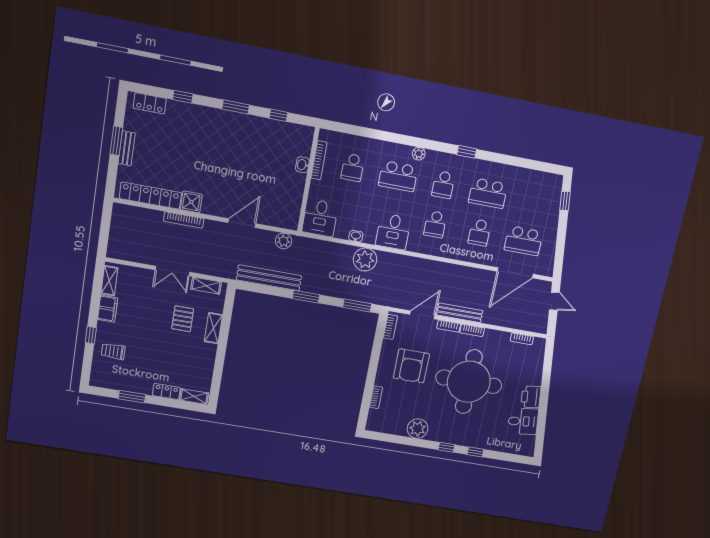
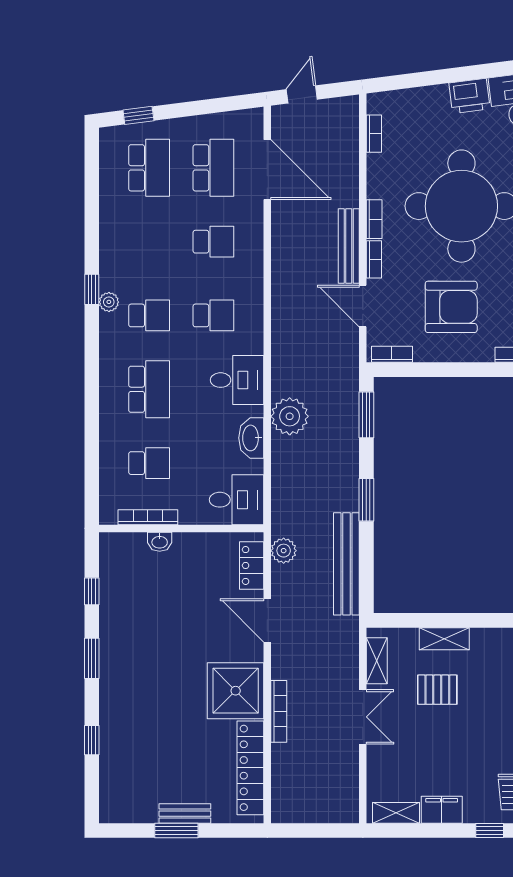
locker: (150, 103) -> (252, 565), moved, turned 180
plant: (419, 154) -> (109, 302), moved
school desk: (488, 193) -> (149, 168), moved
shower: (191, 202) -> (236, 691), width x1.86, depth x1.86
washbasin: (356, 236) -> (251, 438), width x1.91, depth x1.45

